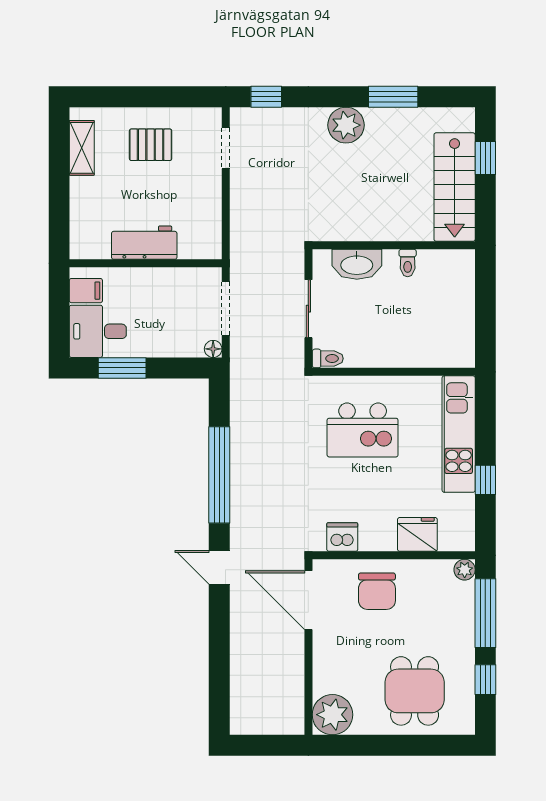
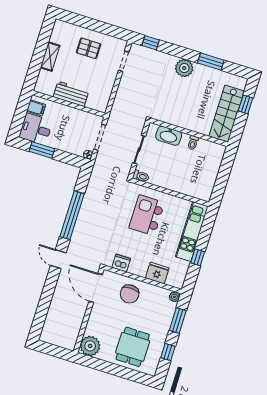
shelving: (82, 148) -> (50, 57), moved
kitchen island: (363, 430) -> (147, 215), turned 90
window: (485, 613) -> (178, 320), width x0.69

